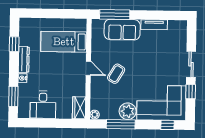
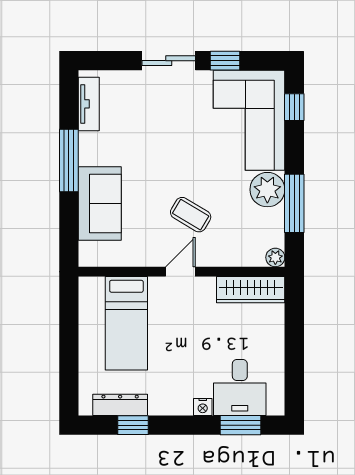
window: (115, 15) -> (69, 161), moved
tv unit: (154, 25) -> (89, 104), moved
dresser: (24, 60) -> (120, 405), moved
desk: (43, 105) -> (240, 387), moved, turned 90
wardrobe: (79, 108) -> (251, 290), width x1.50

